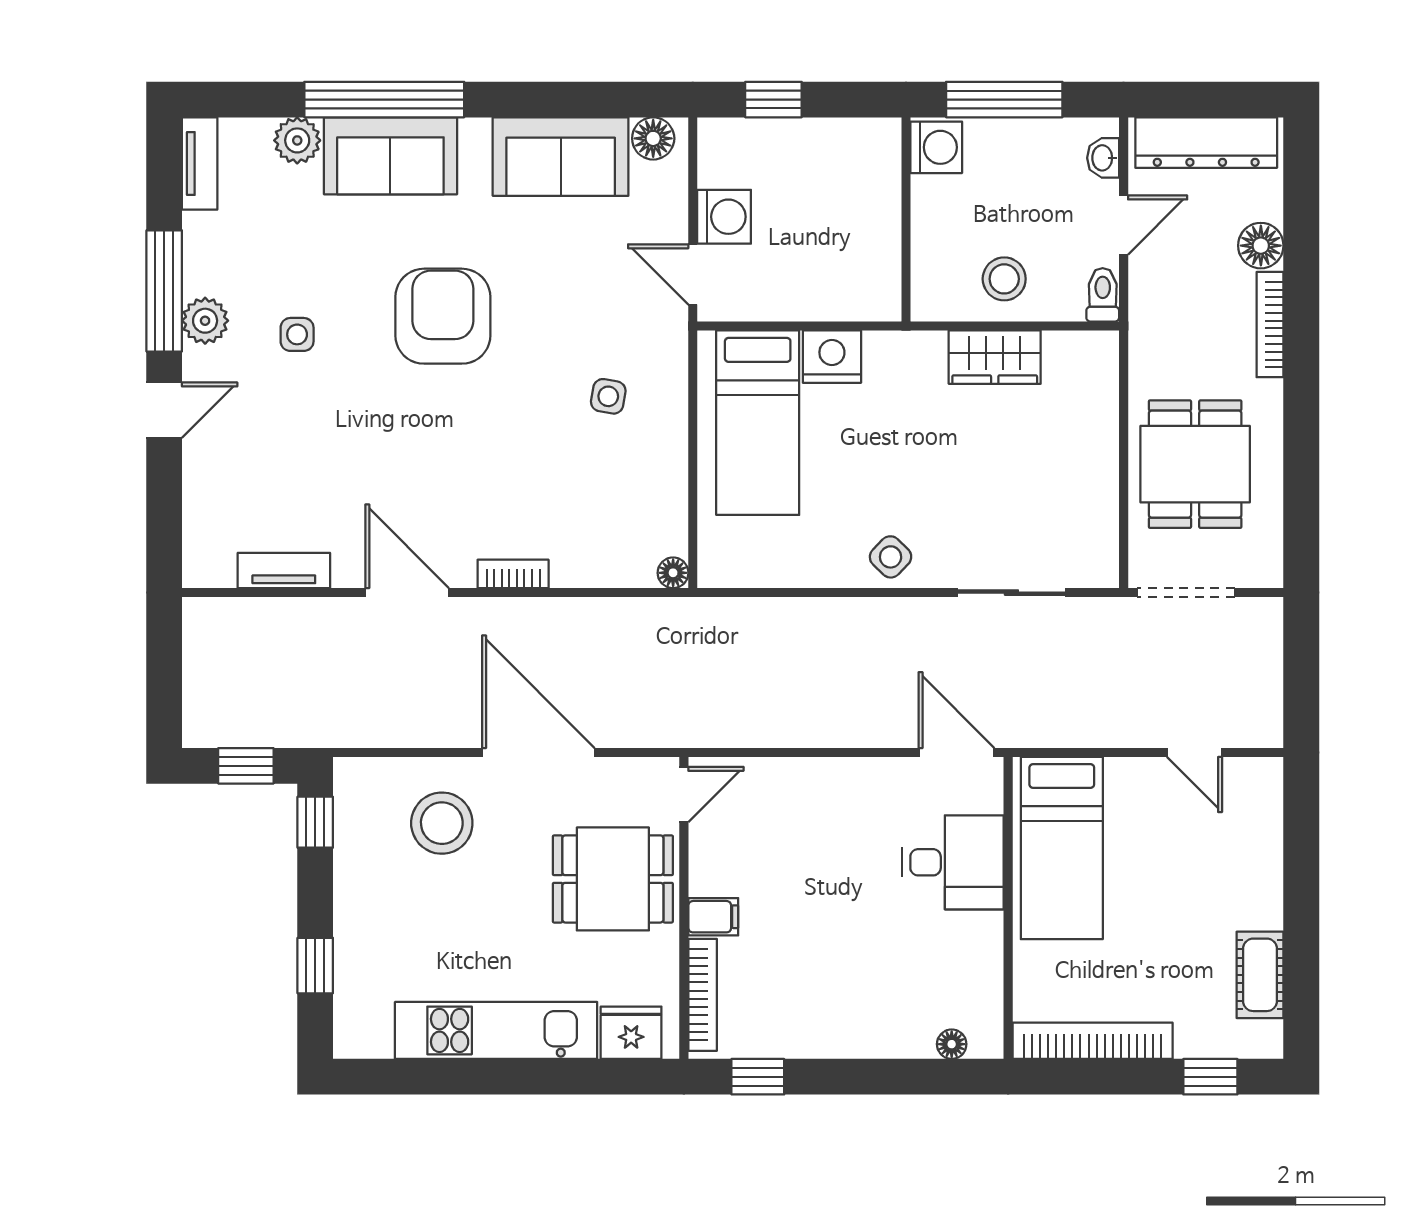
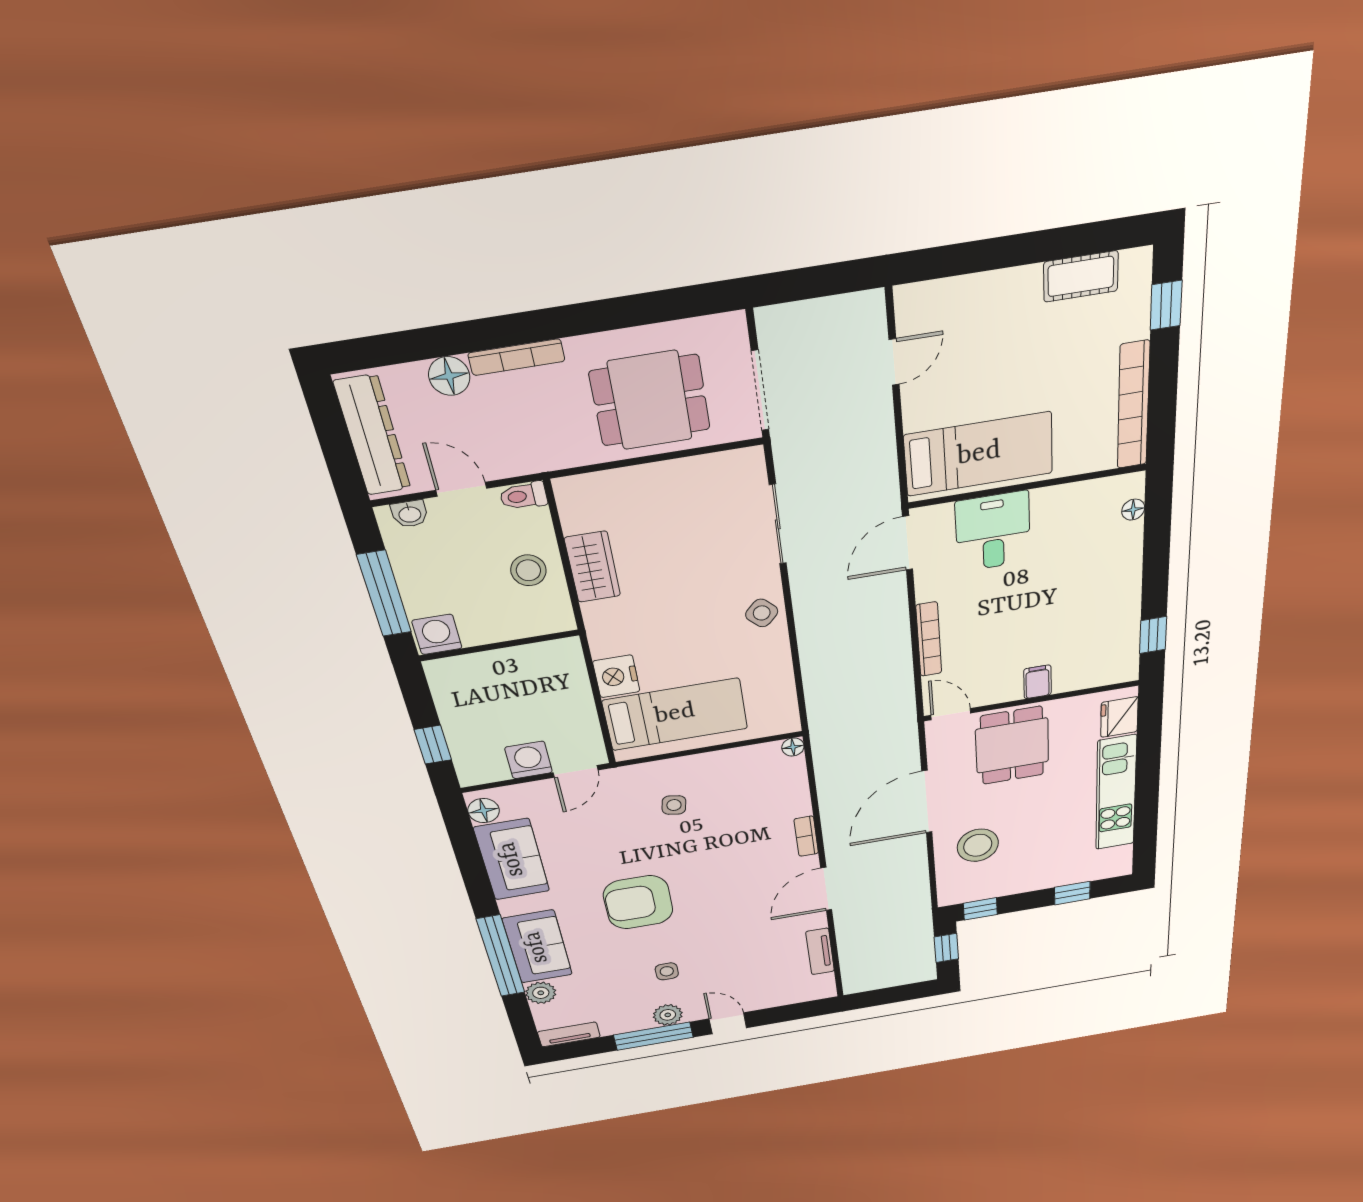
bookcase: (703, 995) -> (929, 639), moved, turned 90

